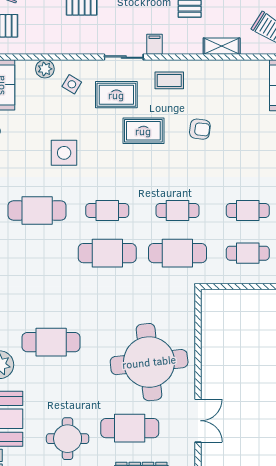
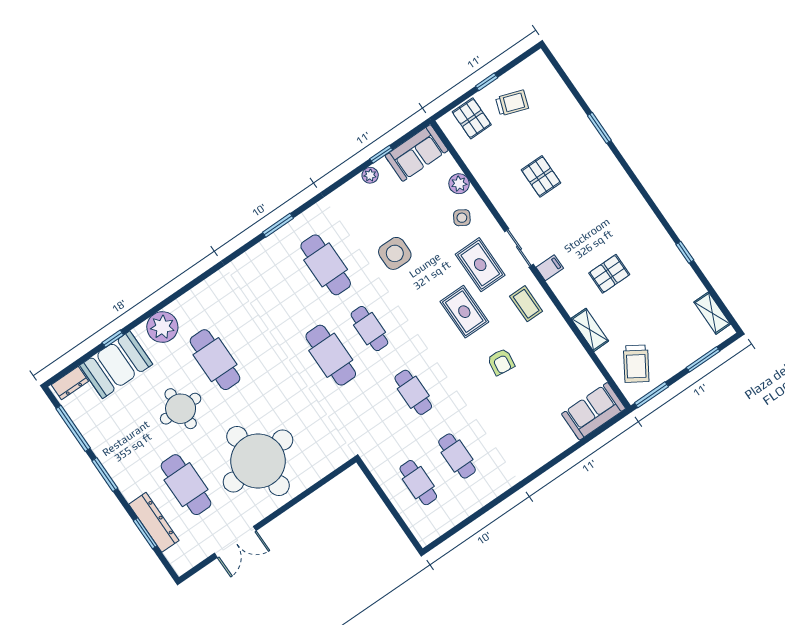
cafe table: (177, 253) -> (375, 419), removed
round table: (68, 439) -> (181, 409), moved

